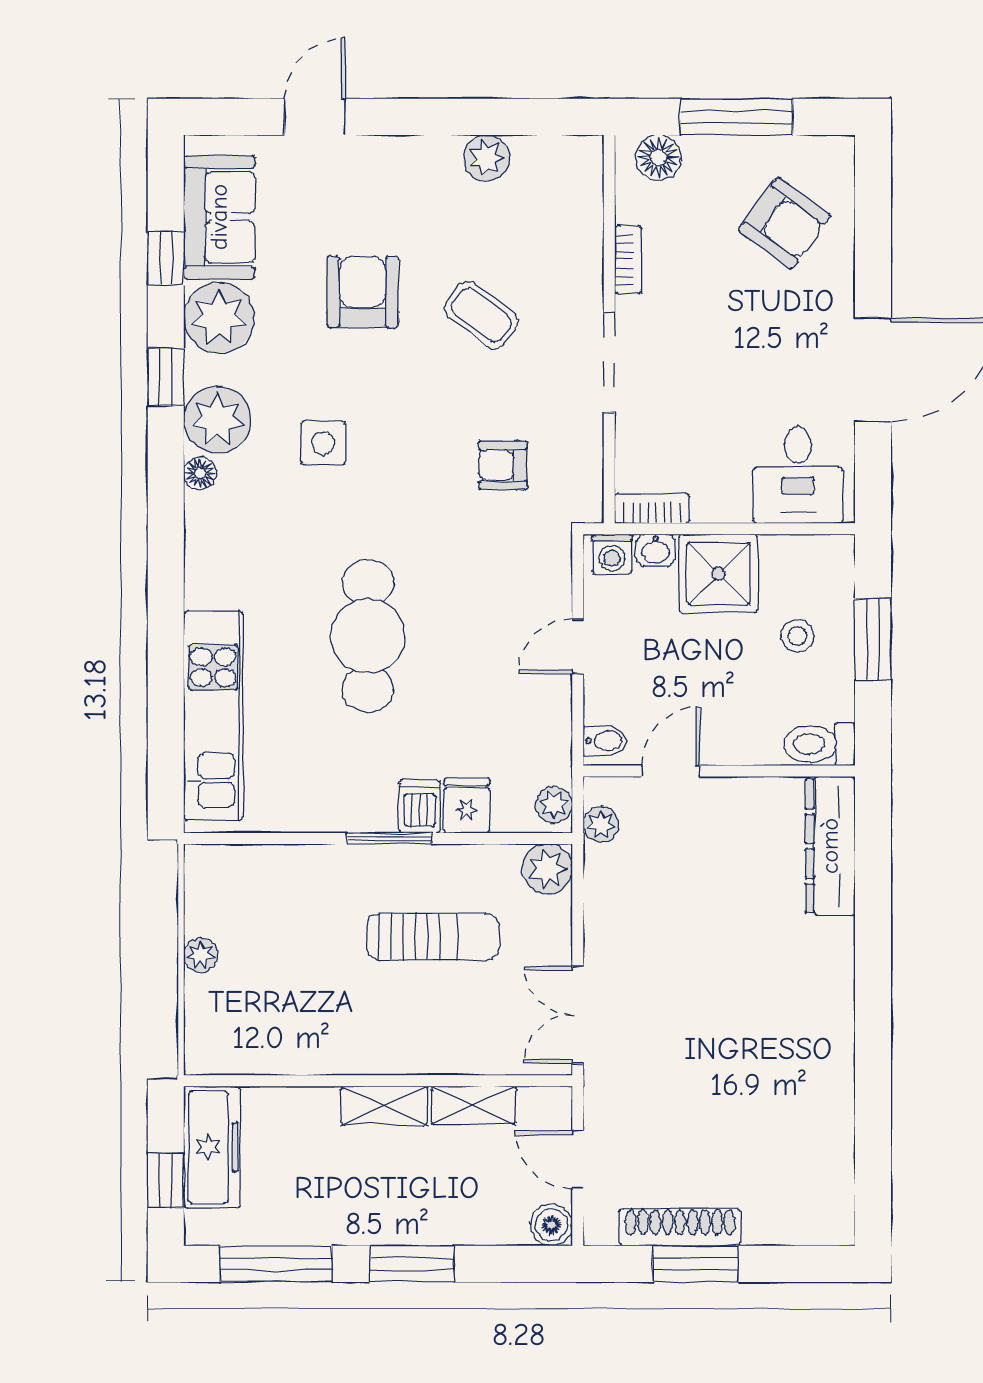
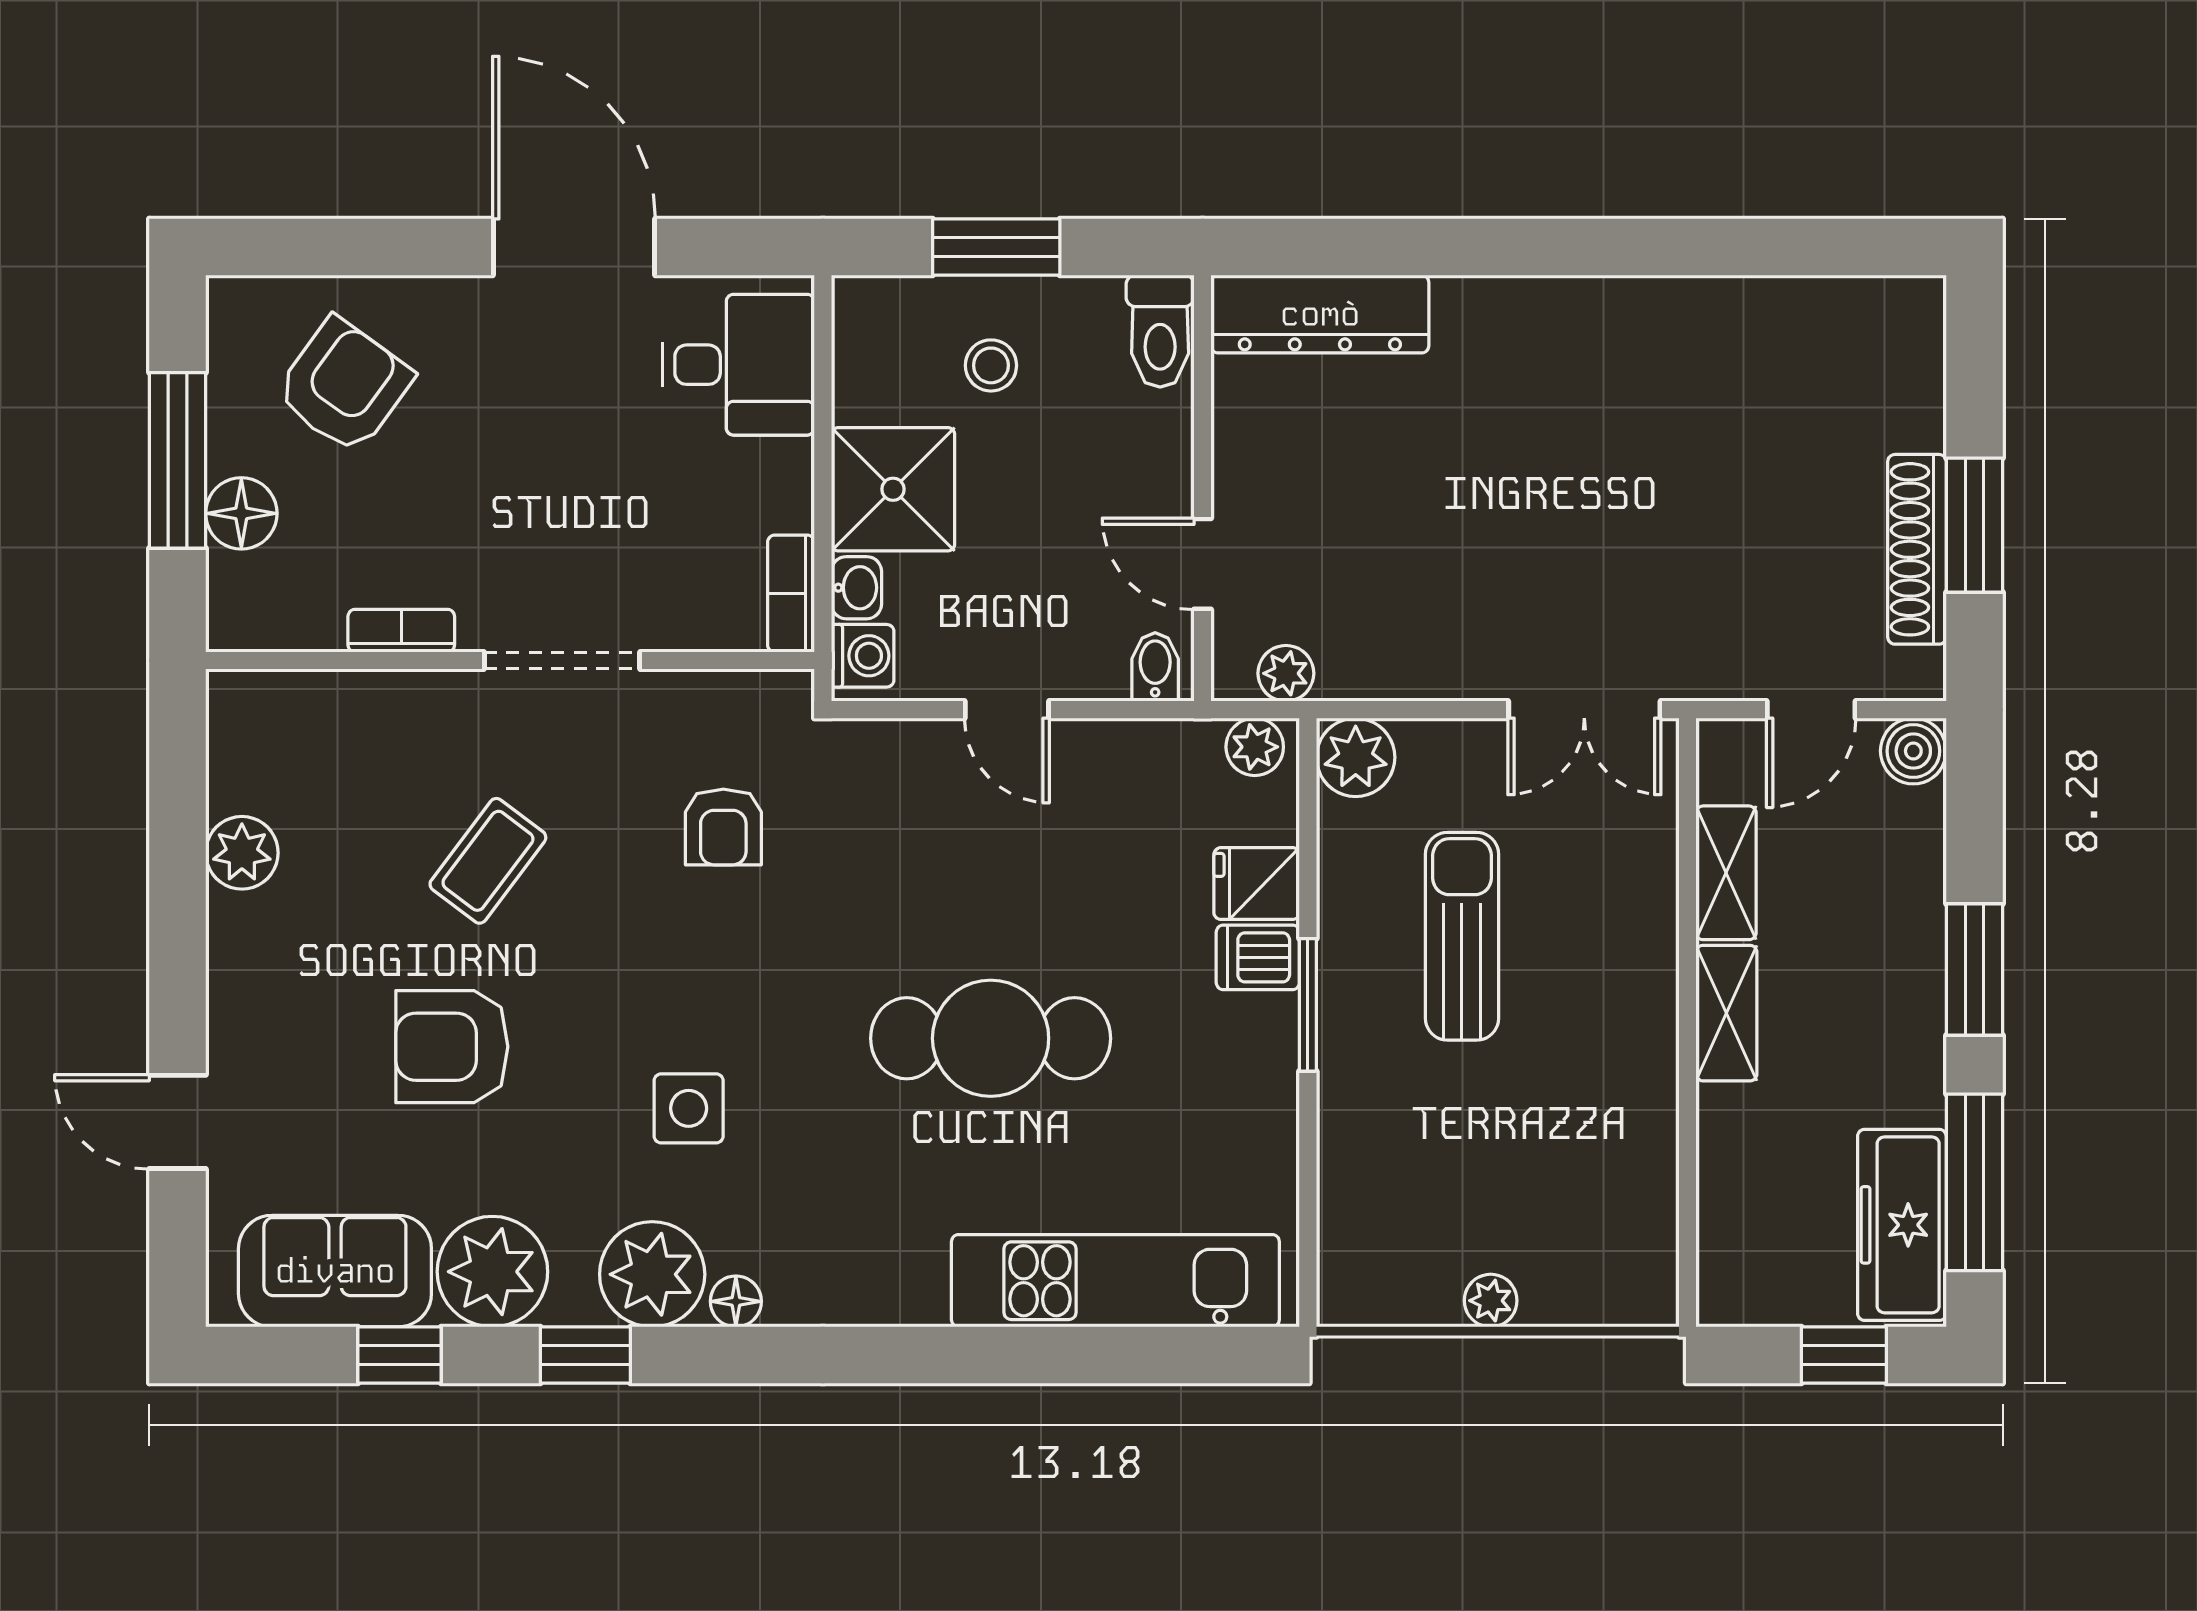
floor lamp: (658, 158) -> (241, 513), moved
freezer: (212, 1147) -> (1902, 1225), moved, turned -90

